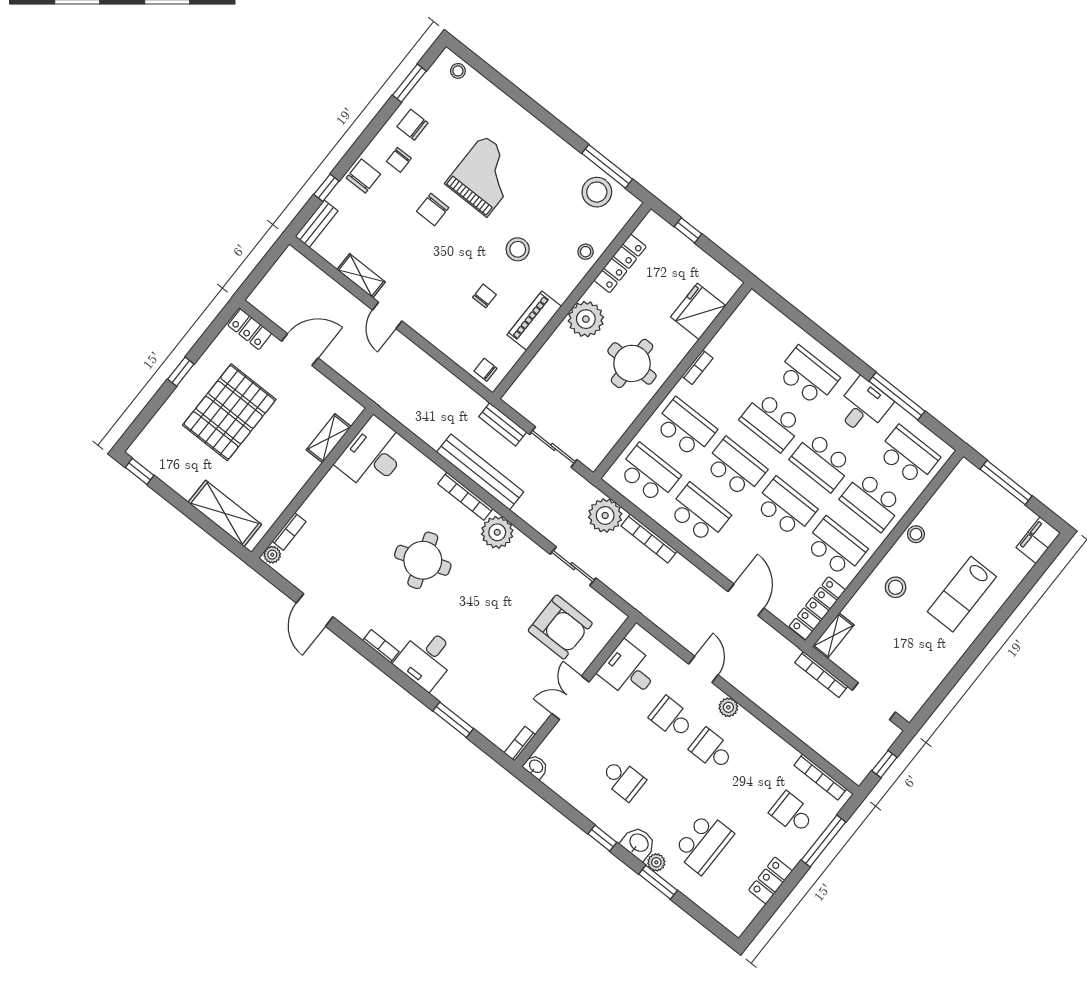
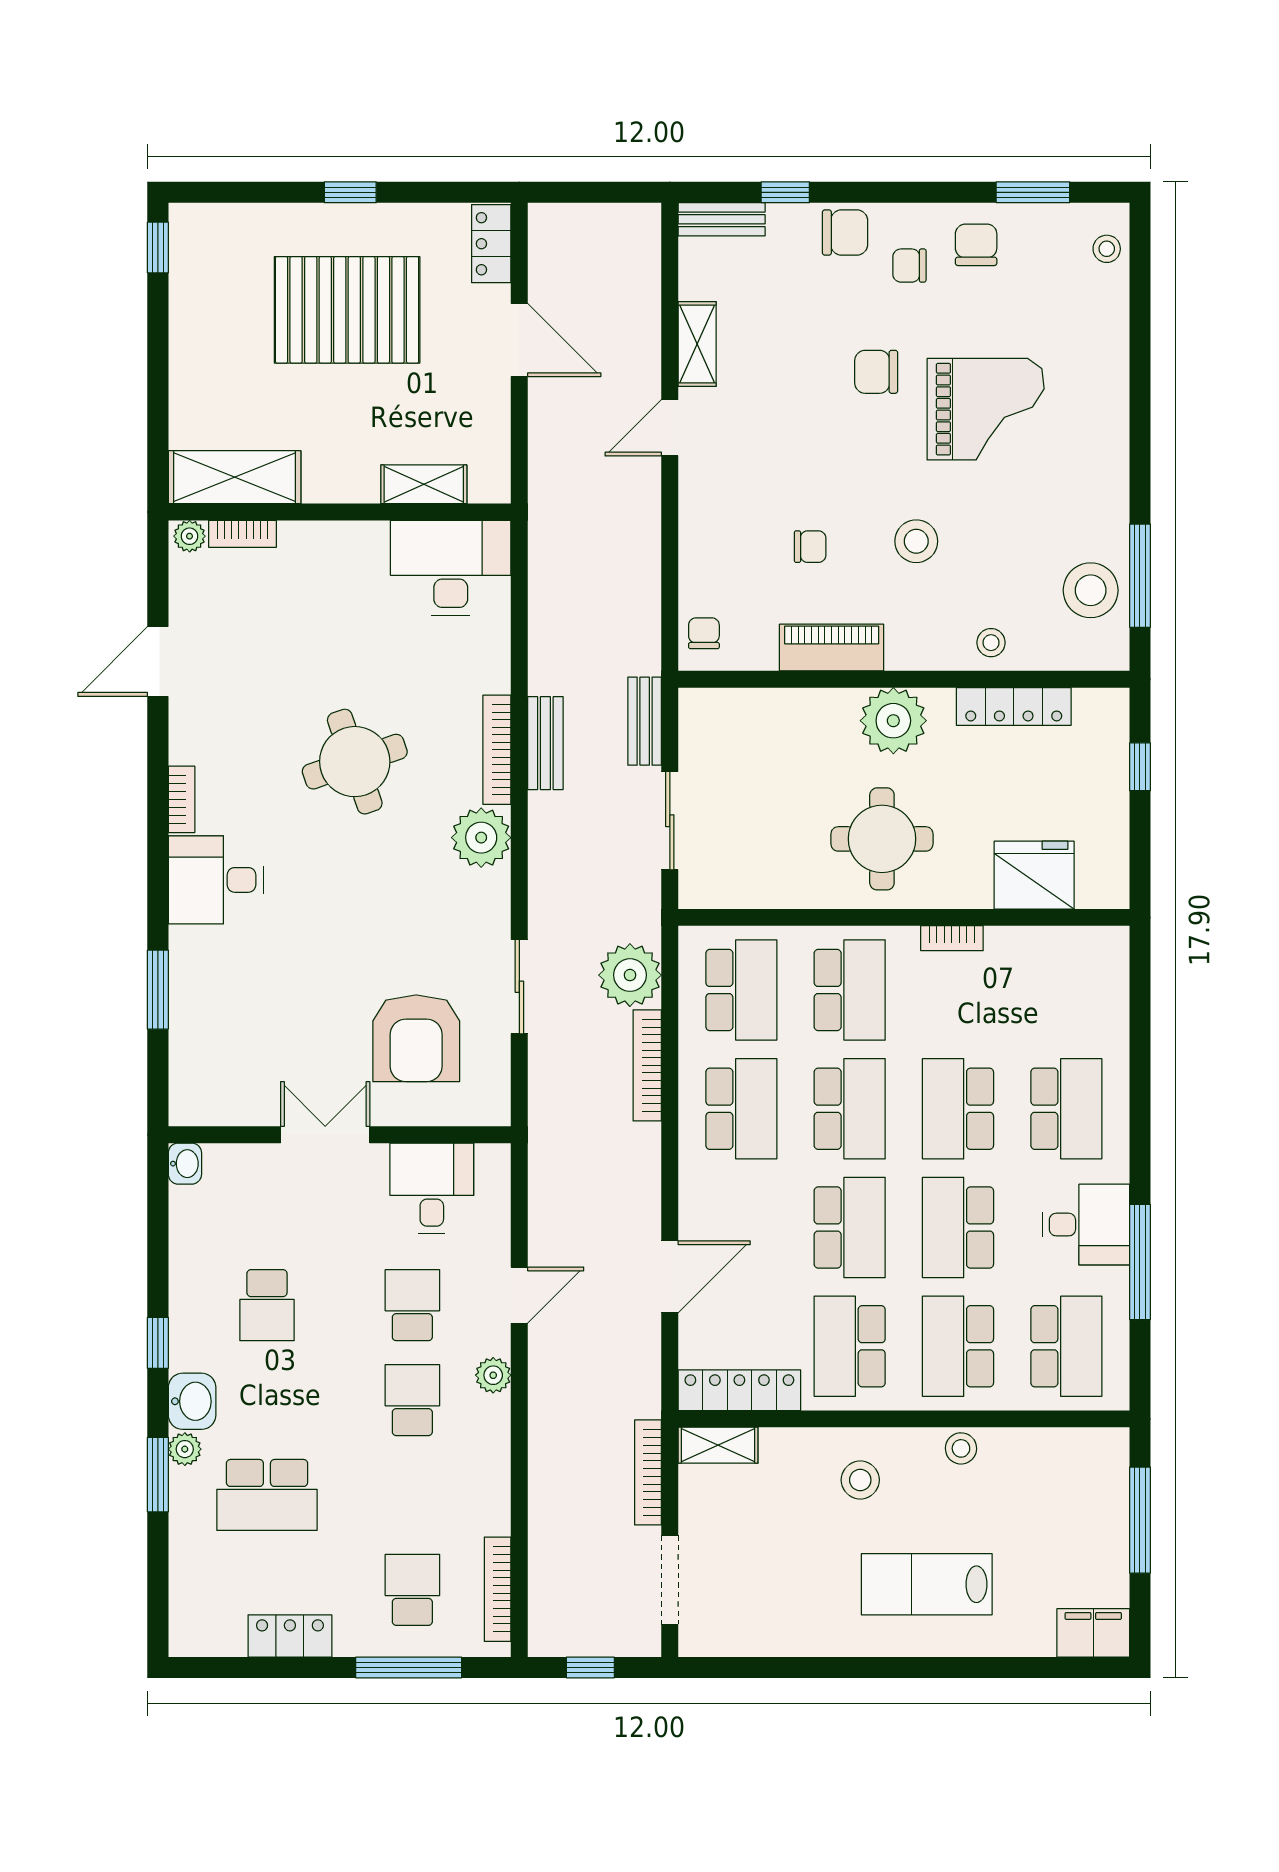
bench: (480, 472) -> (545, 743), width x0.54, depth x0.82
shelving: (225, 513) -> (235, 477), moved, turned 90
school desk: (836, 547) -> (850, 1346), turned 180
bookcase: (520, 744) -> (200, 1114), removed

